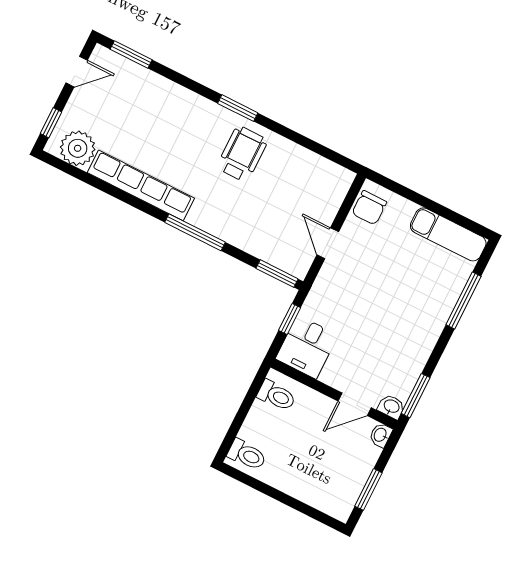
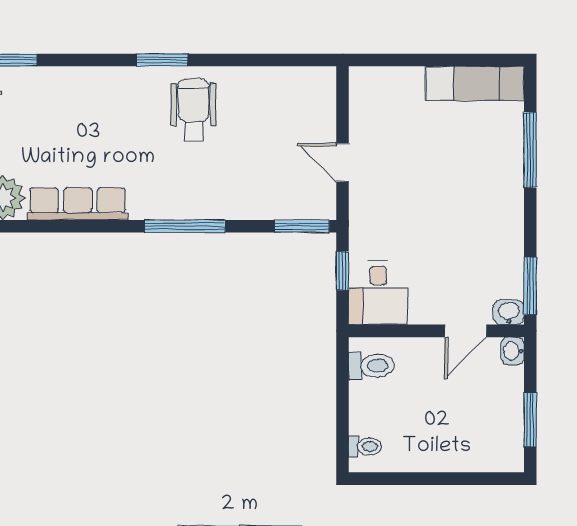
row of seats: (141, 185) -> (78, 204), width x0.73
chair: (369, 208) -> (369, 98), removed
toilet: (247, 455) -> (365, 446), width x0.73, depth x0.72

